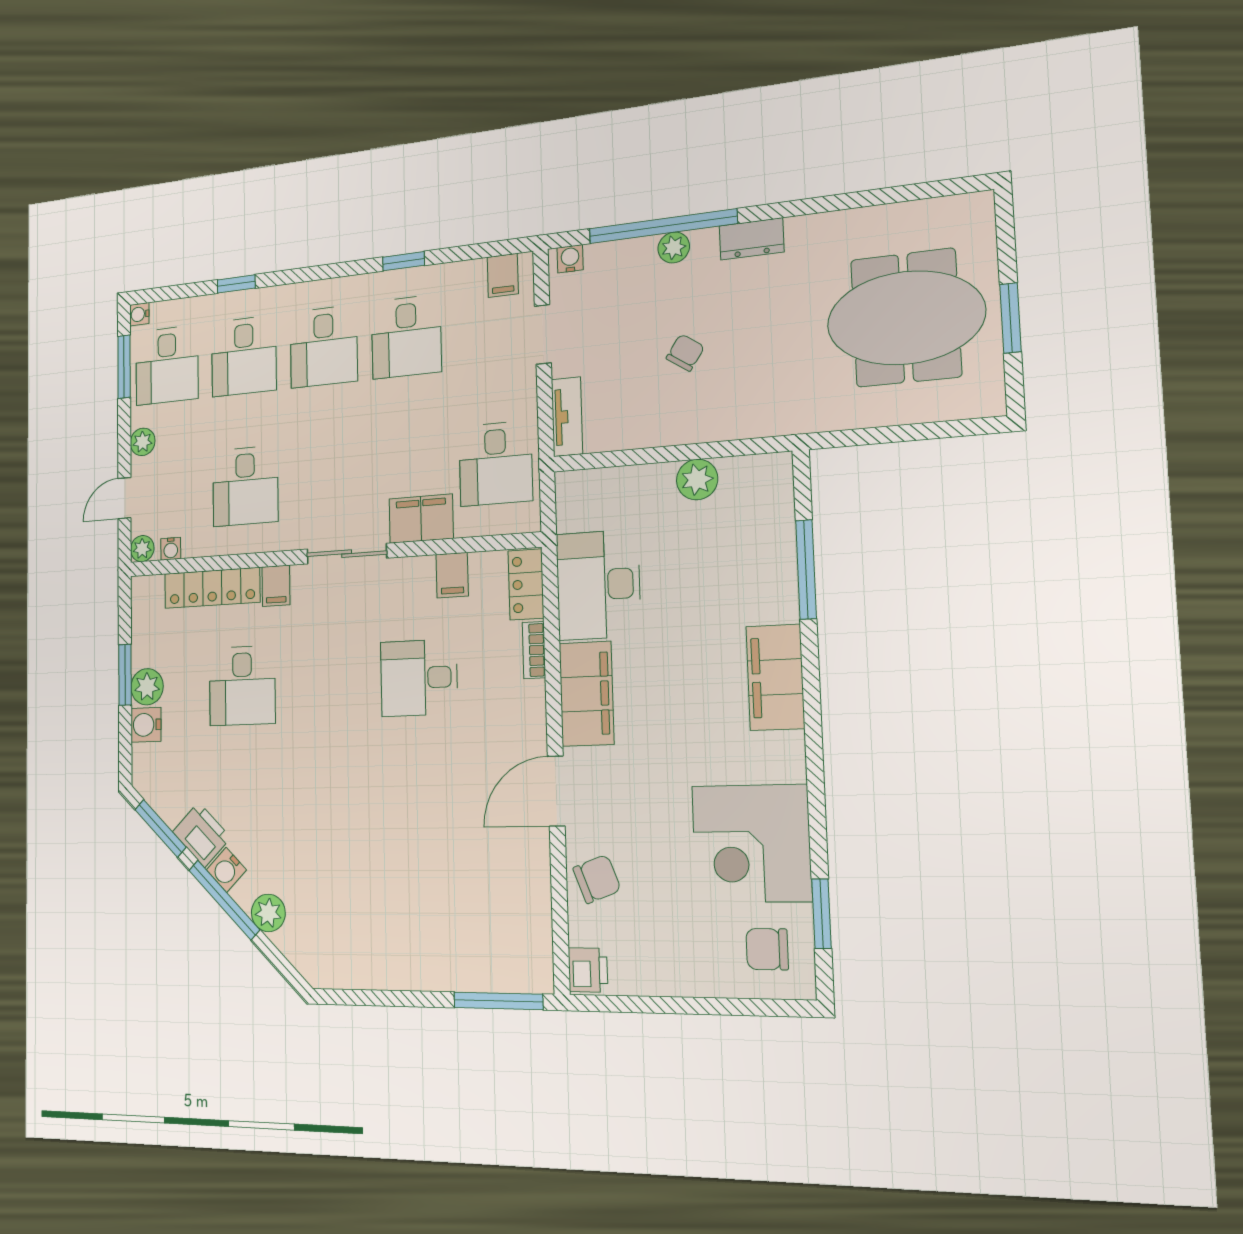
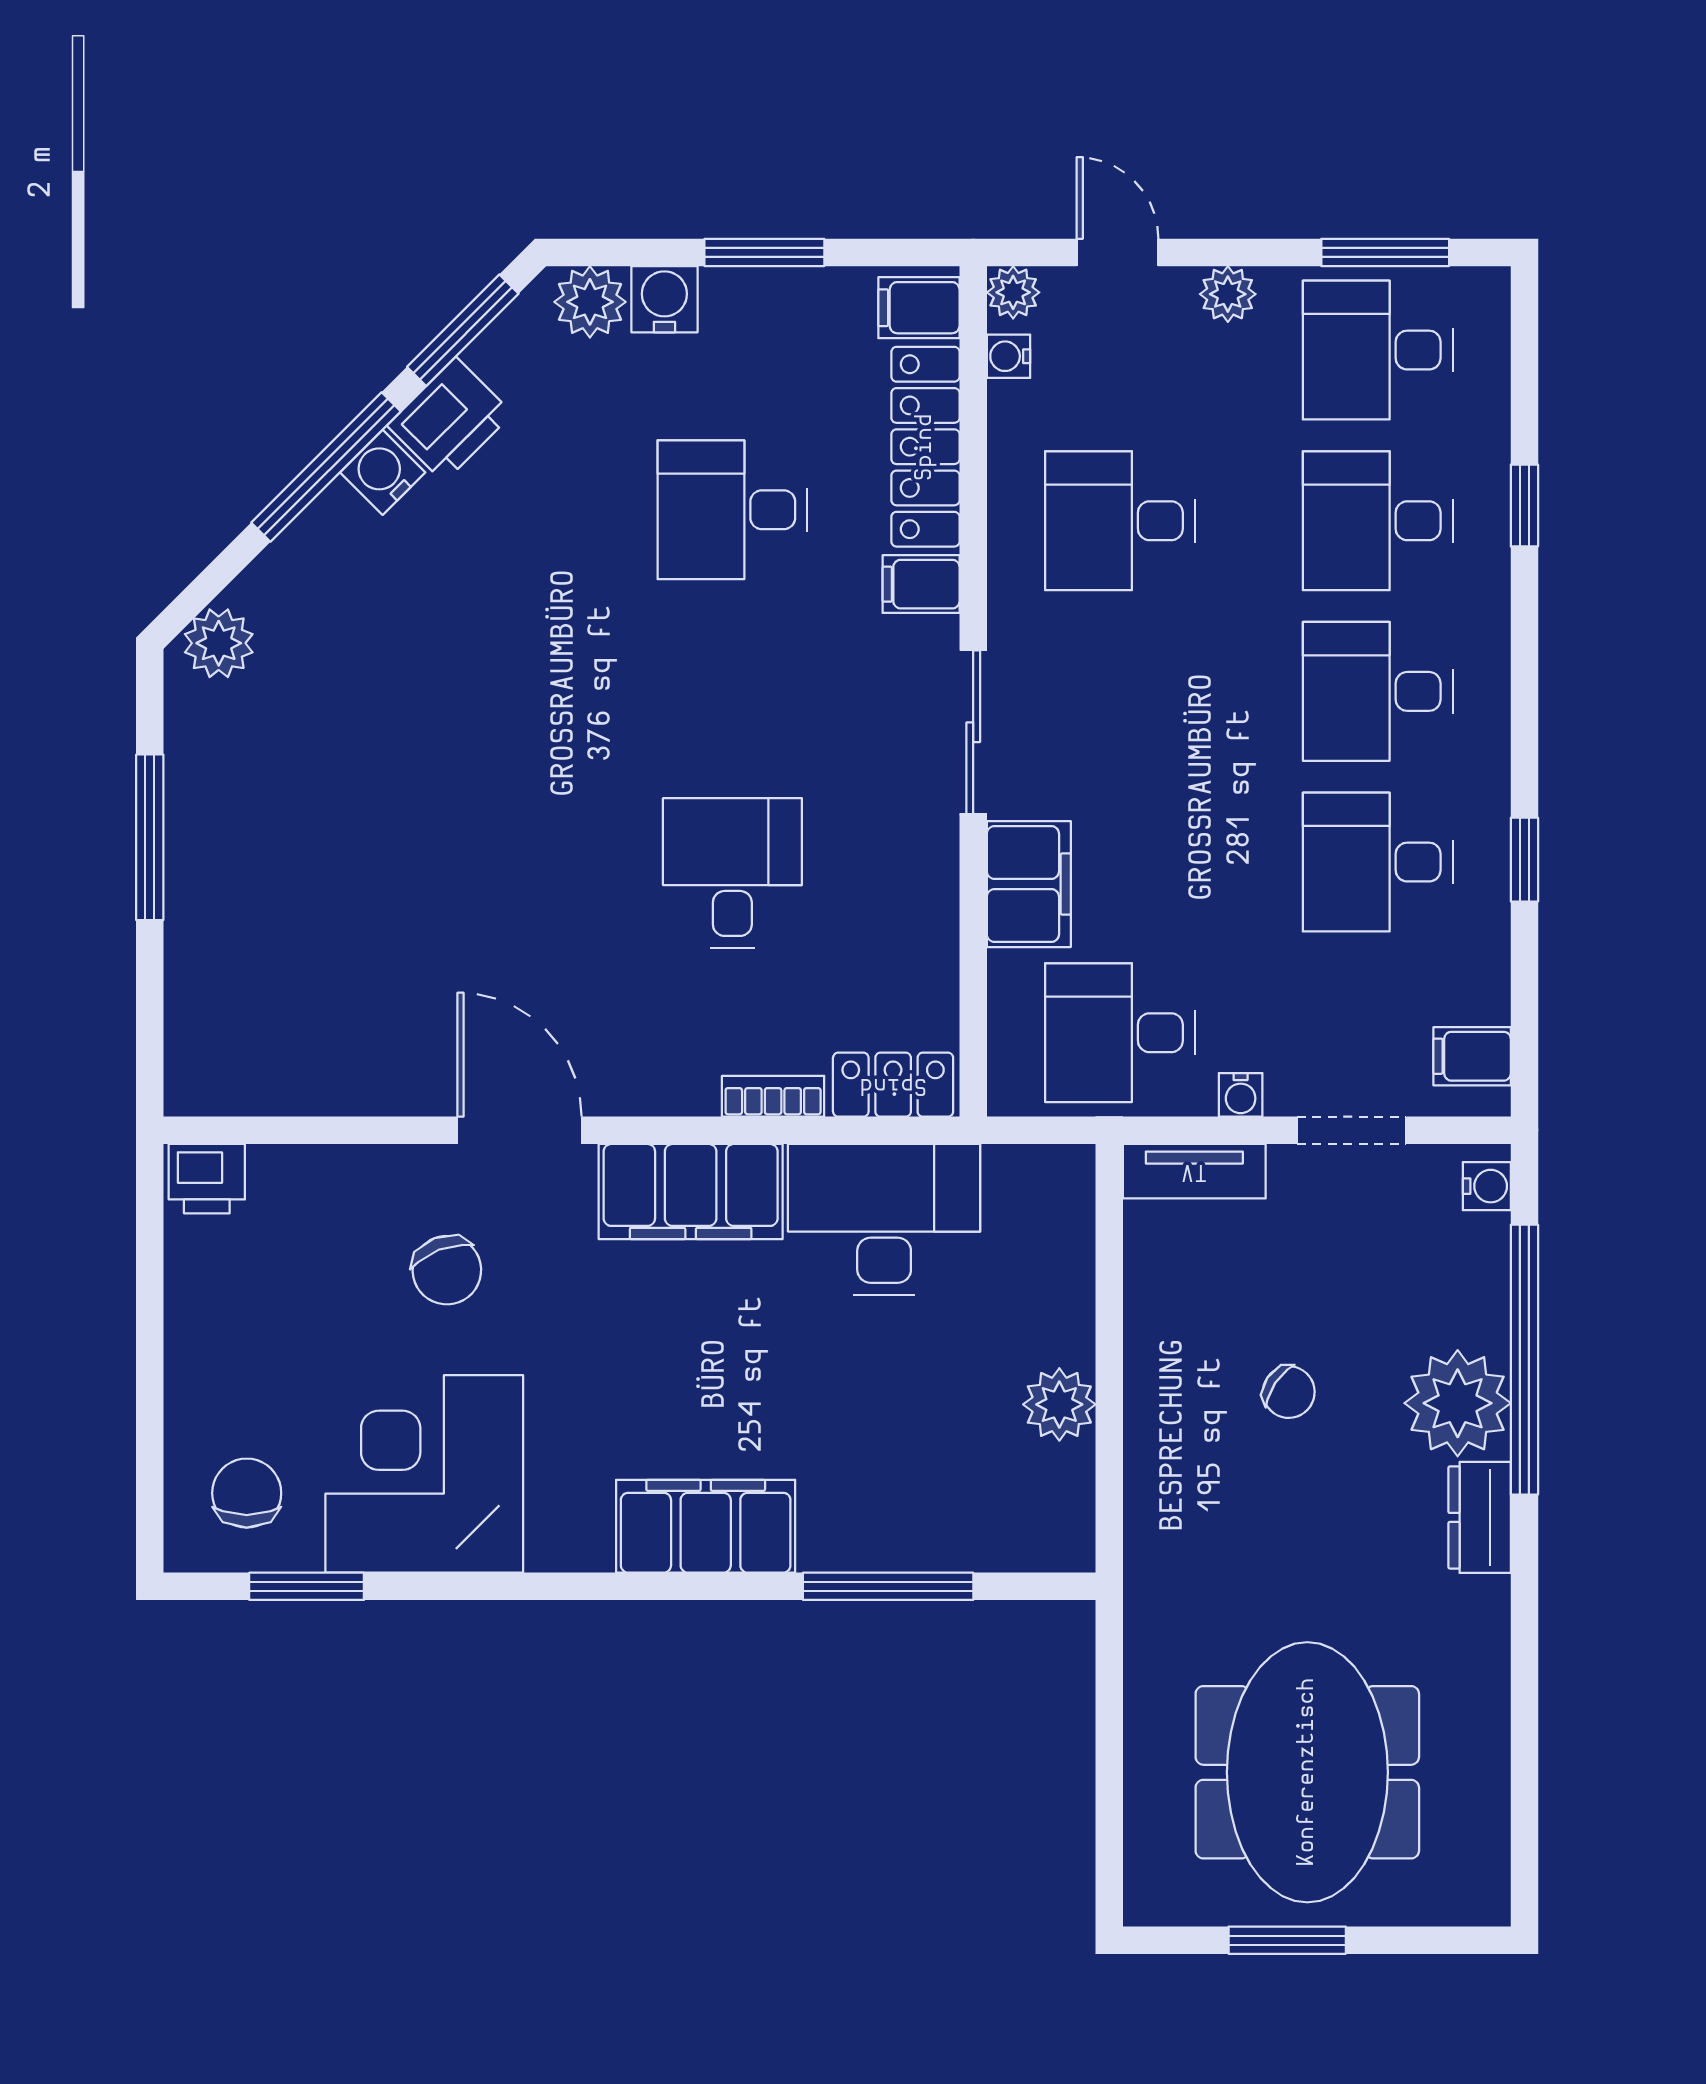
plant: (674, 248) -> (1458, 1403), width x1.87, depth x1.87
water cooler: (139, 314) -> (1241, 1095), moved, turned 180
filing cabinet: (452, 575) -> (919, 308), moved
plant: (147, 687) -> (590, 302), moved
chair: (597, 879) -> (447, 1270), moved
plant: (268, 913) -> (219, 643), moved
window: (498, 1001) -> (150, 837), moved

